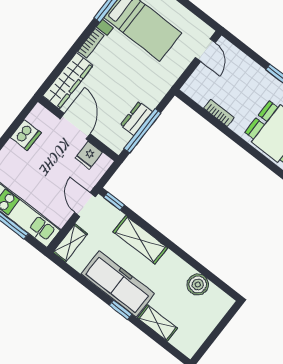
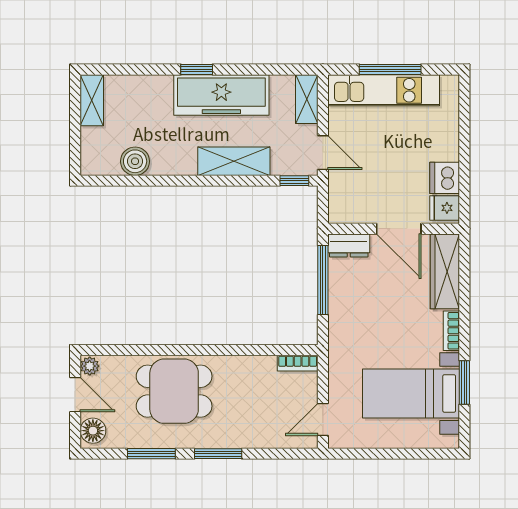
door: (205, 50) -> (323, 419), hinge flipped
bookcase: (219, 113) -> (298, 363), moved
dresser: (136, 119) -> (349, 245), moved, turned 90
fridge: (89, 155) -> (445, 208), moved, turned -90
shelving: (157, 323) -> (92, 100), moved, turned 90

